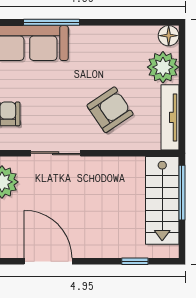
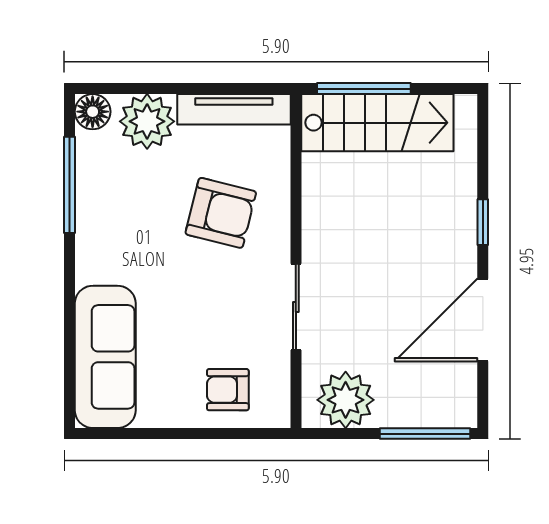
window: (51, 22) -> (70, 185), moved
armchair: (110, 110) -> (221, 213), turned 138
window: (135, 261) -> (483, 222), moved

